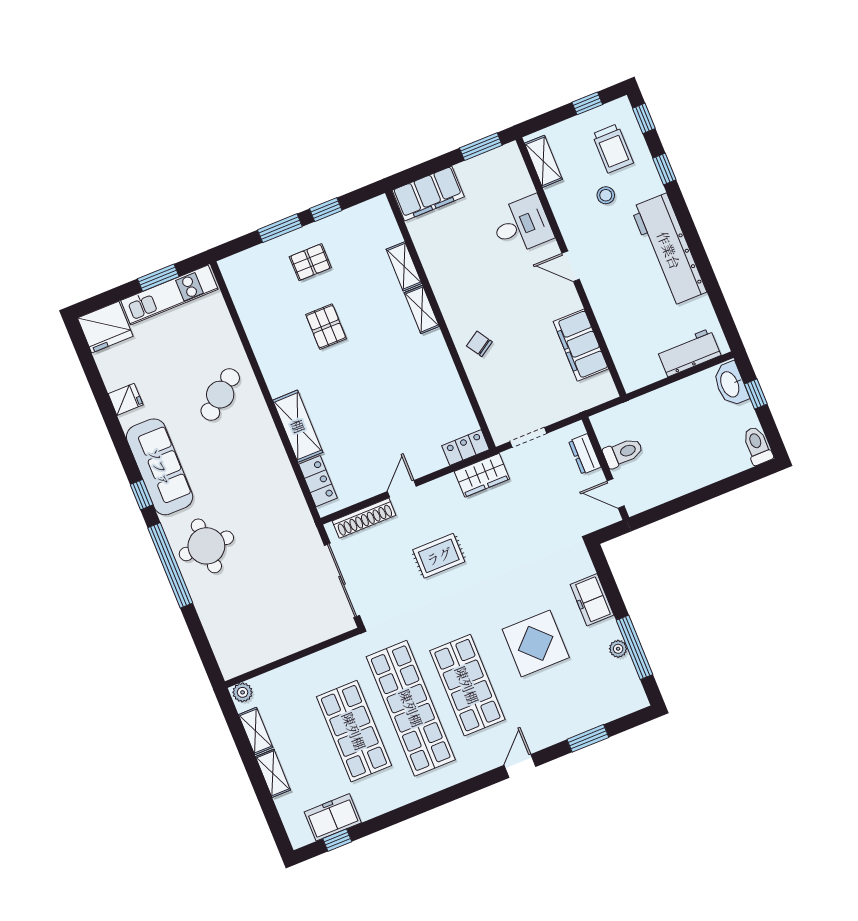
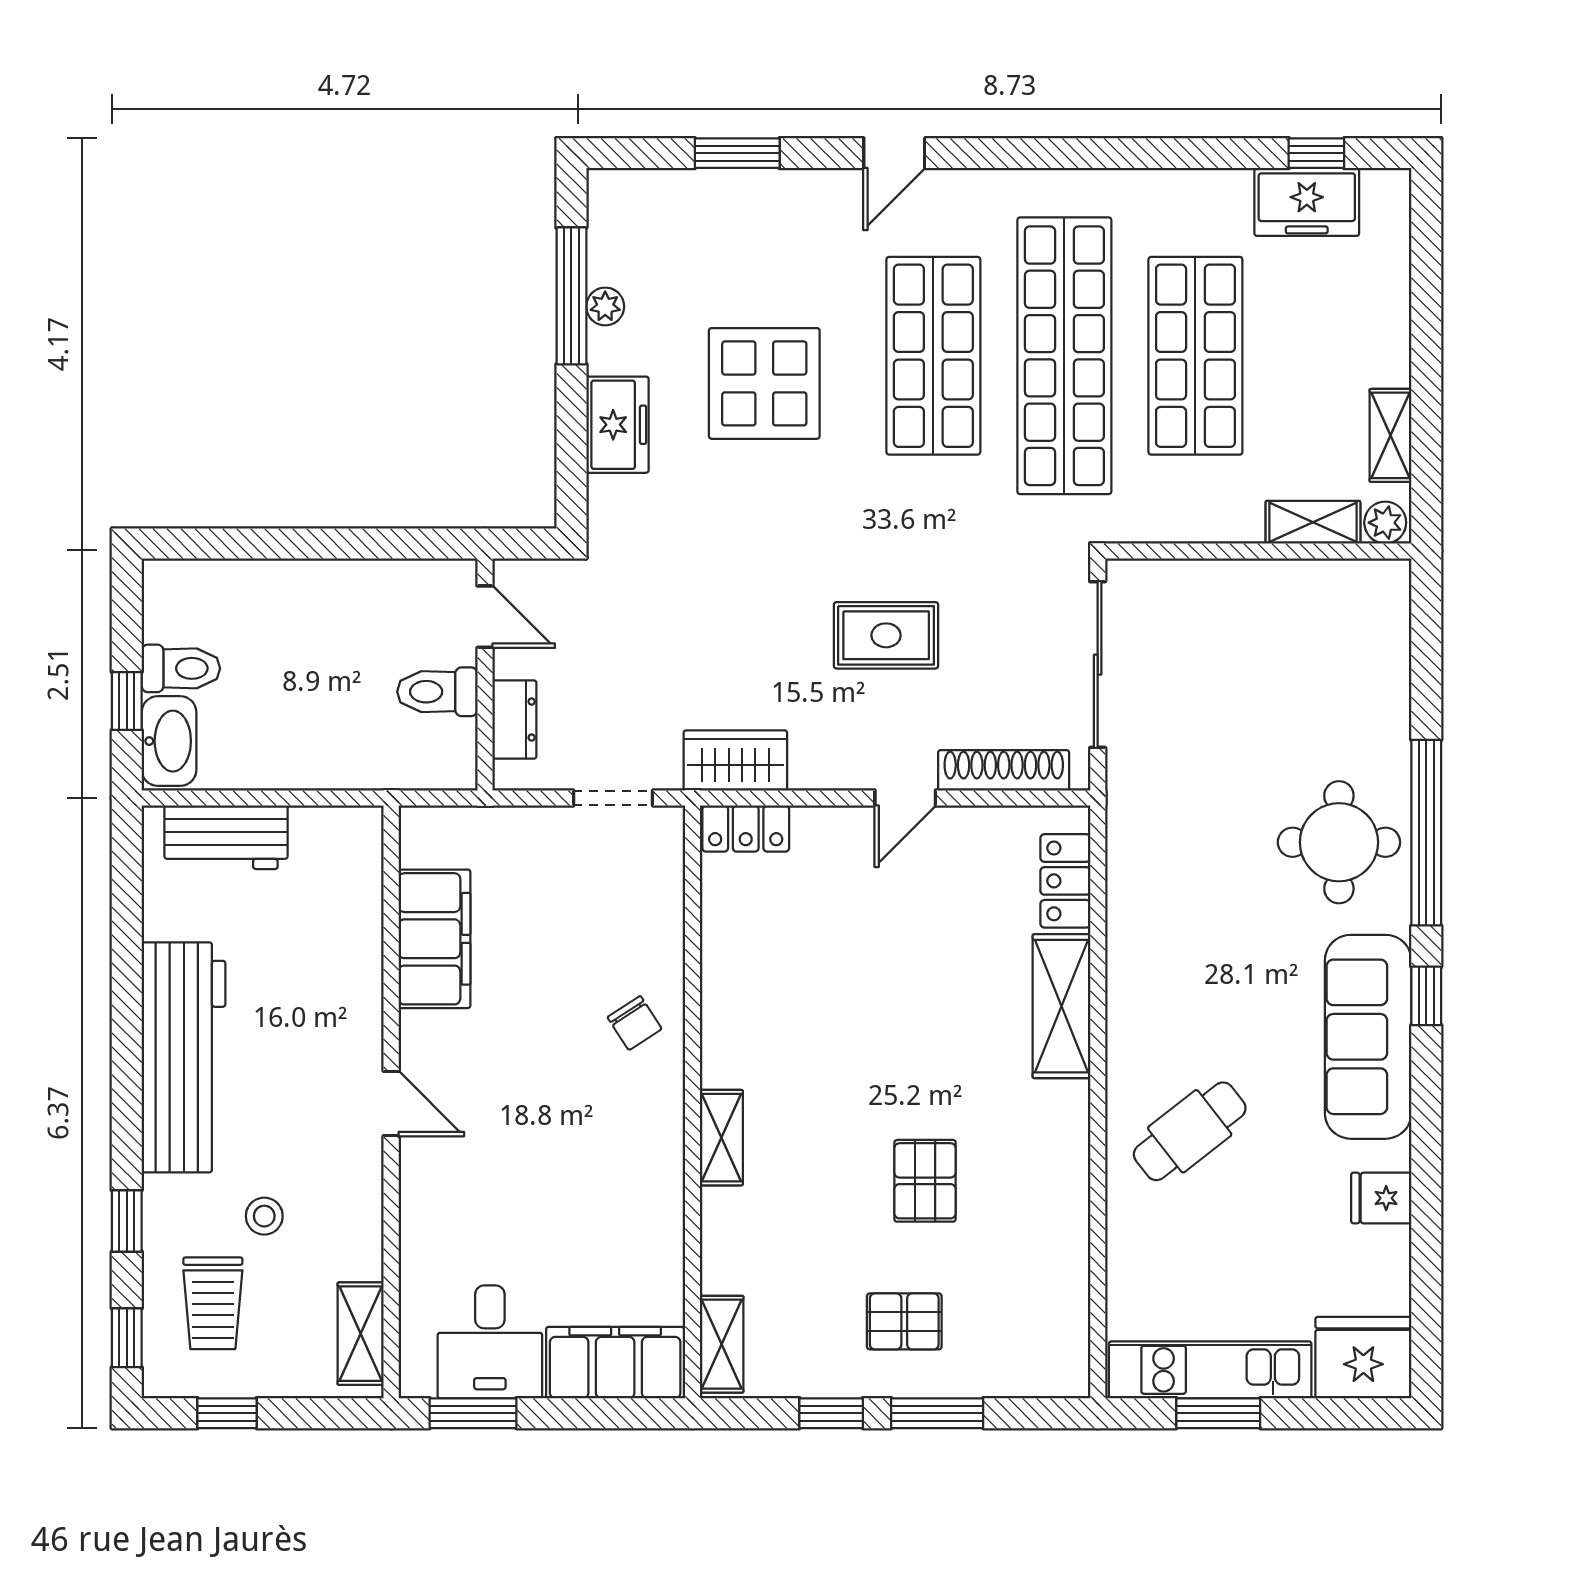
trolley: (613, 148) -> (213, 1303), turned 180
desk: (522, 225) -> (490, 1342), moved, turned -90
shelving: (404, 266) -> (722, 1344), moved
toilet: (757, 446) -> (181, 668), moved, turned -90
shelving: (273, 773) -> (1313, 522), moved, turned 90

